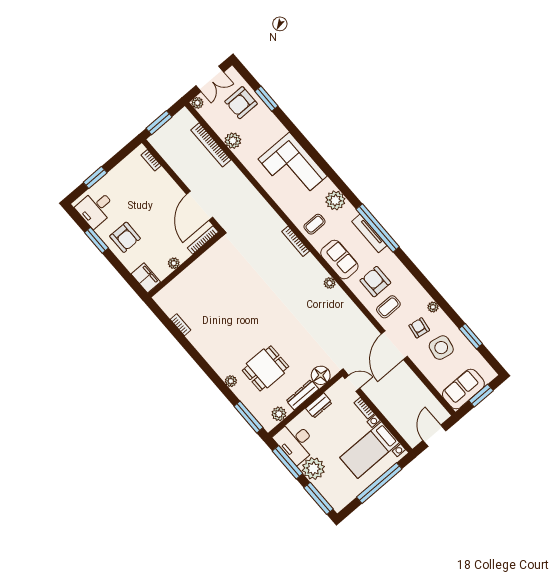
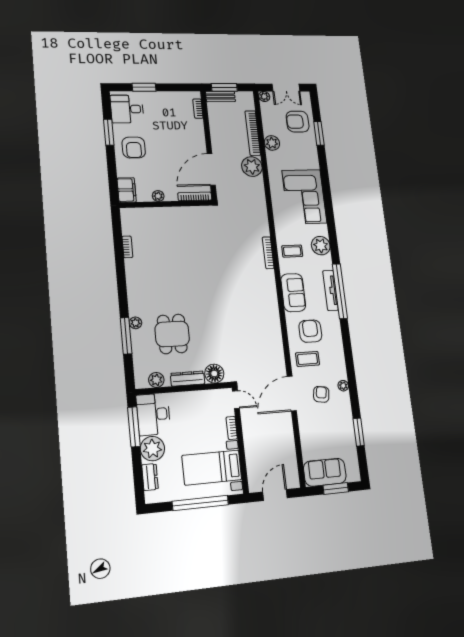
bench: (162, 134) -> (220, 96), added
plant: (330, 283) -> (252, 167), moved, width x1.87, depth x1.87
side table: (441, 348) -> (329, 424), removed
dining table: (265, 368) -> (172, 334), turned 90
dresser: (319, 405) -> (150, 477), moved, turned -90
window: (248, 417) -> (126, 336), moved
window: (318, 498) -> (138, 478), removed

